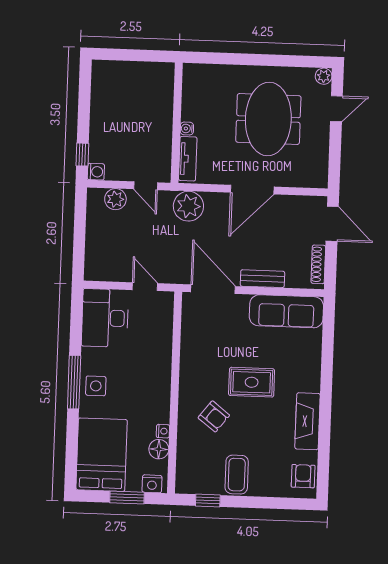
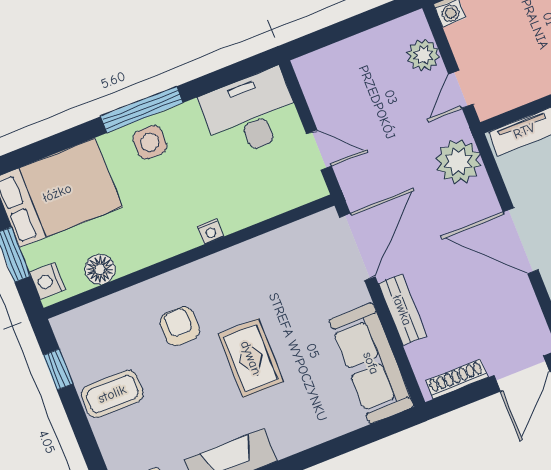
door: (145, 287) -> (319, 150), hinge flipped
armchair: (214, 416) -> (180, 326), turned 142
nightstand: (163, 431) -> (210, 231), moved

